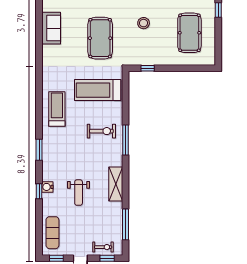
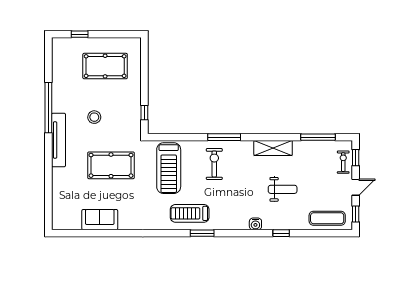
window: (39, 150) -> (202, 233), moved
water cooler: (47, 187) -> (255, 224), moved

